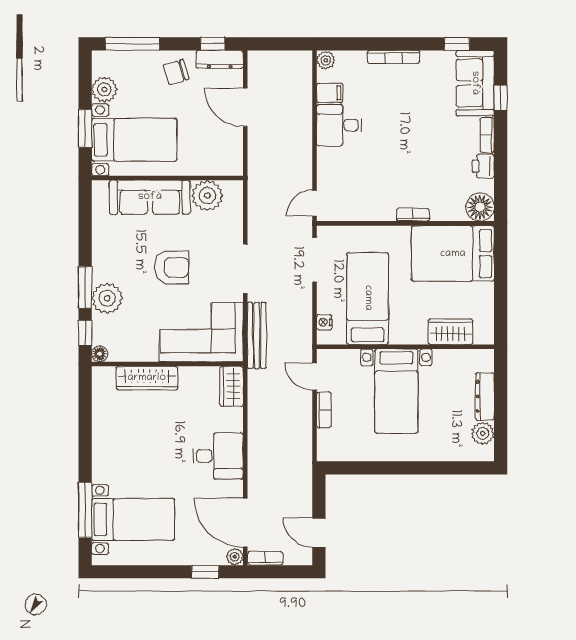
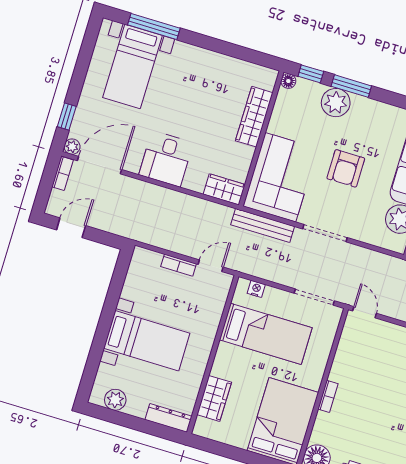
bed with nightstands: (396, 391) -> (147, 341), moved, turned 180
dresser: (485, 396) -> (168, 418), moved

